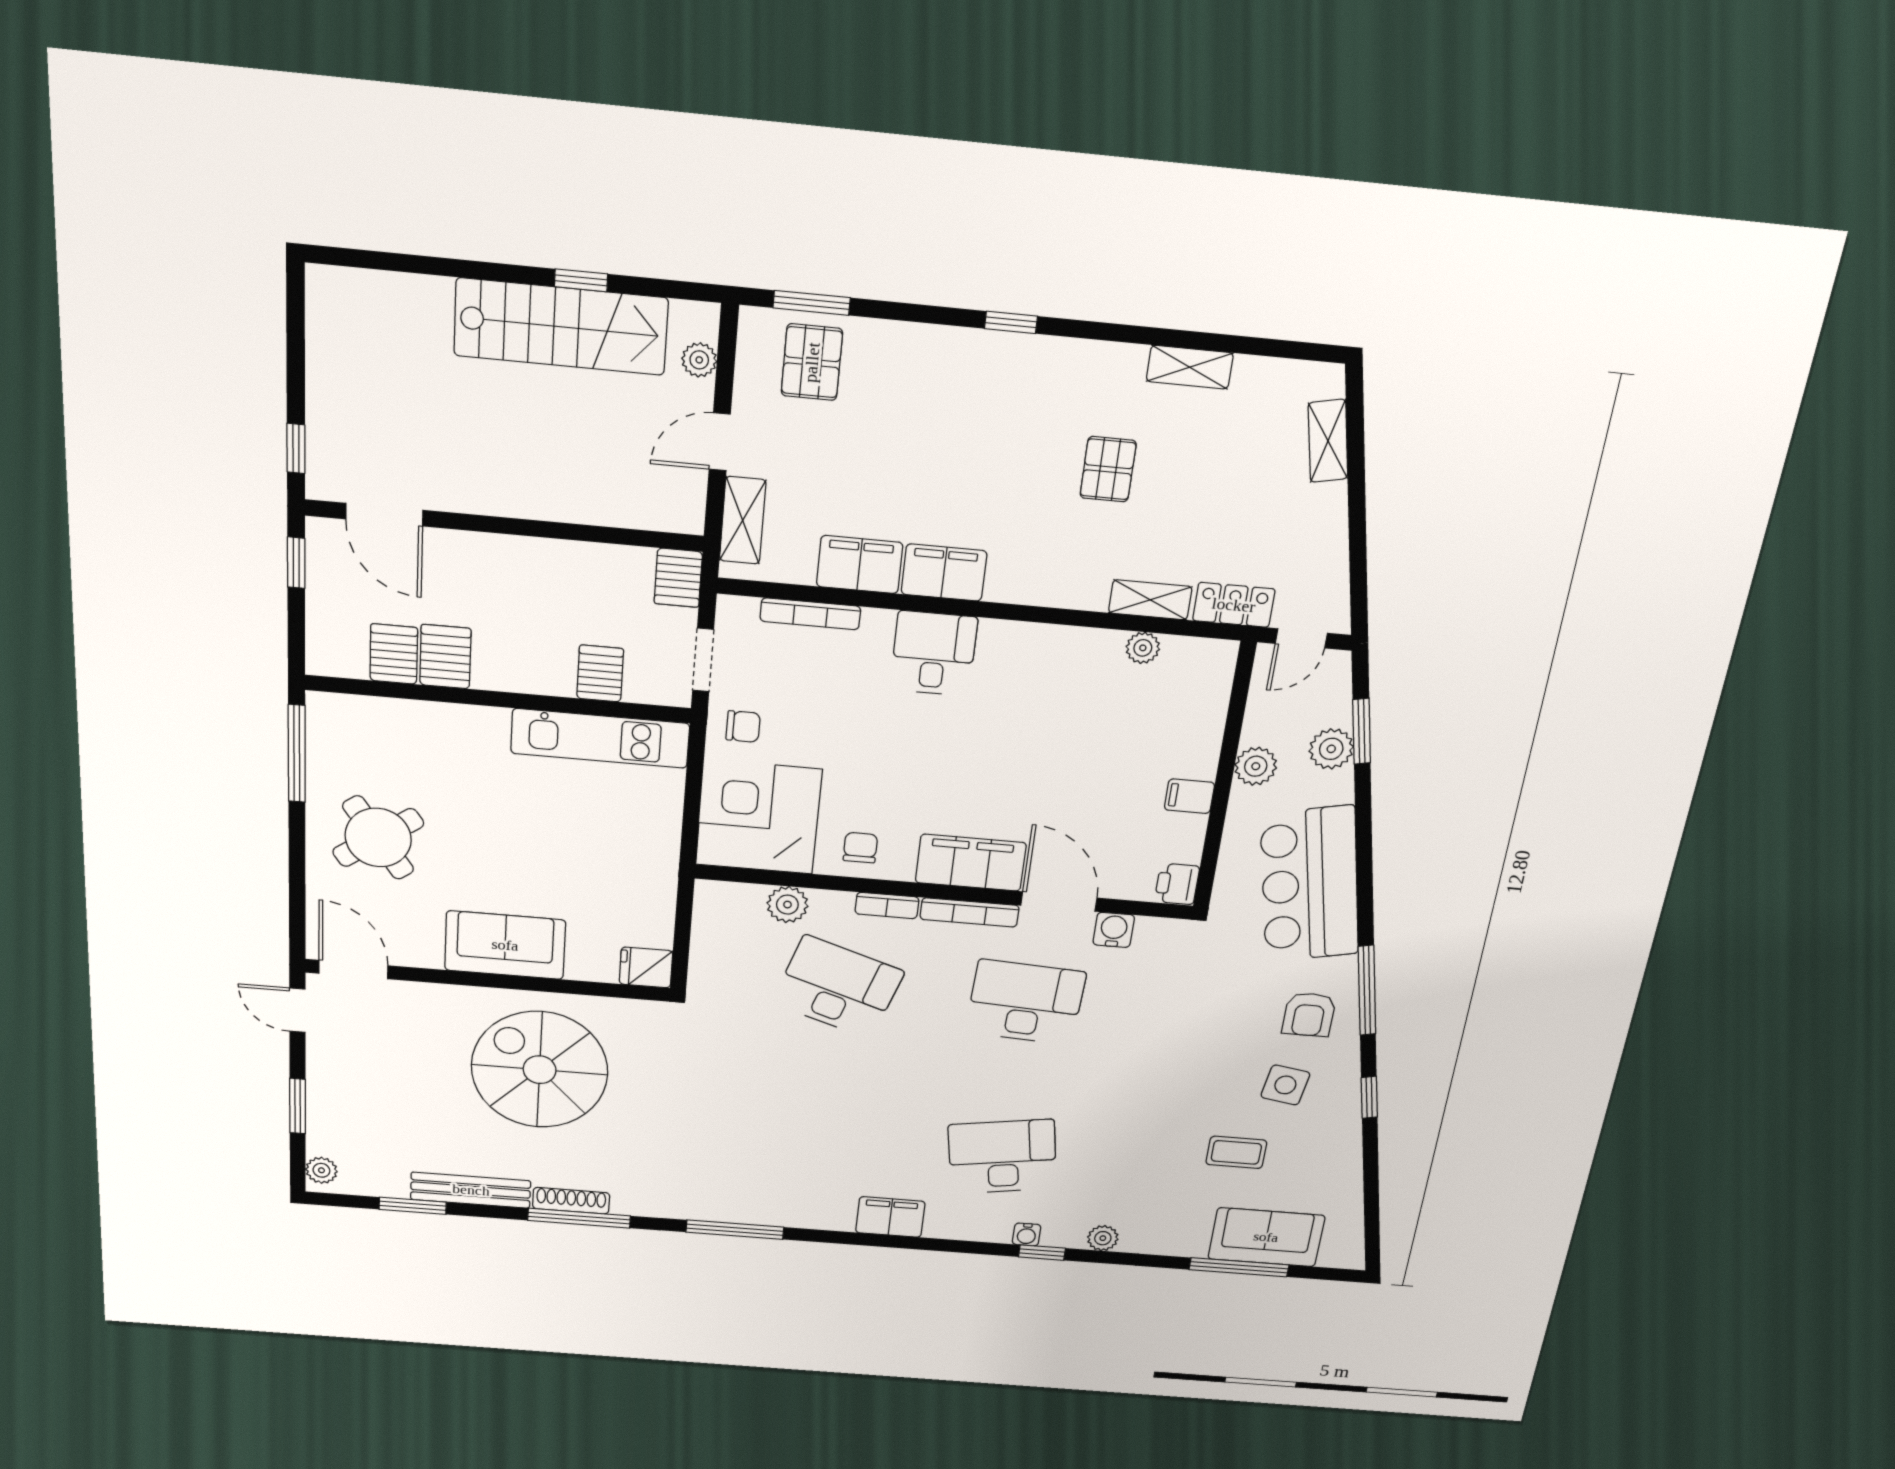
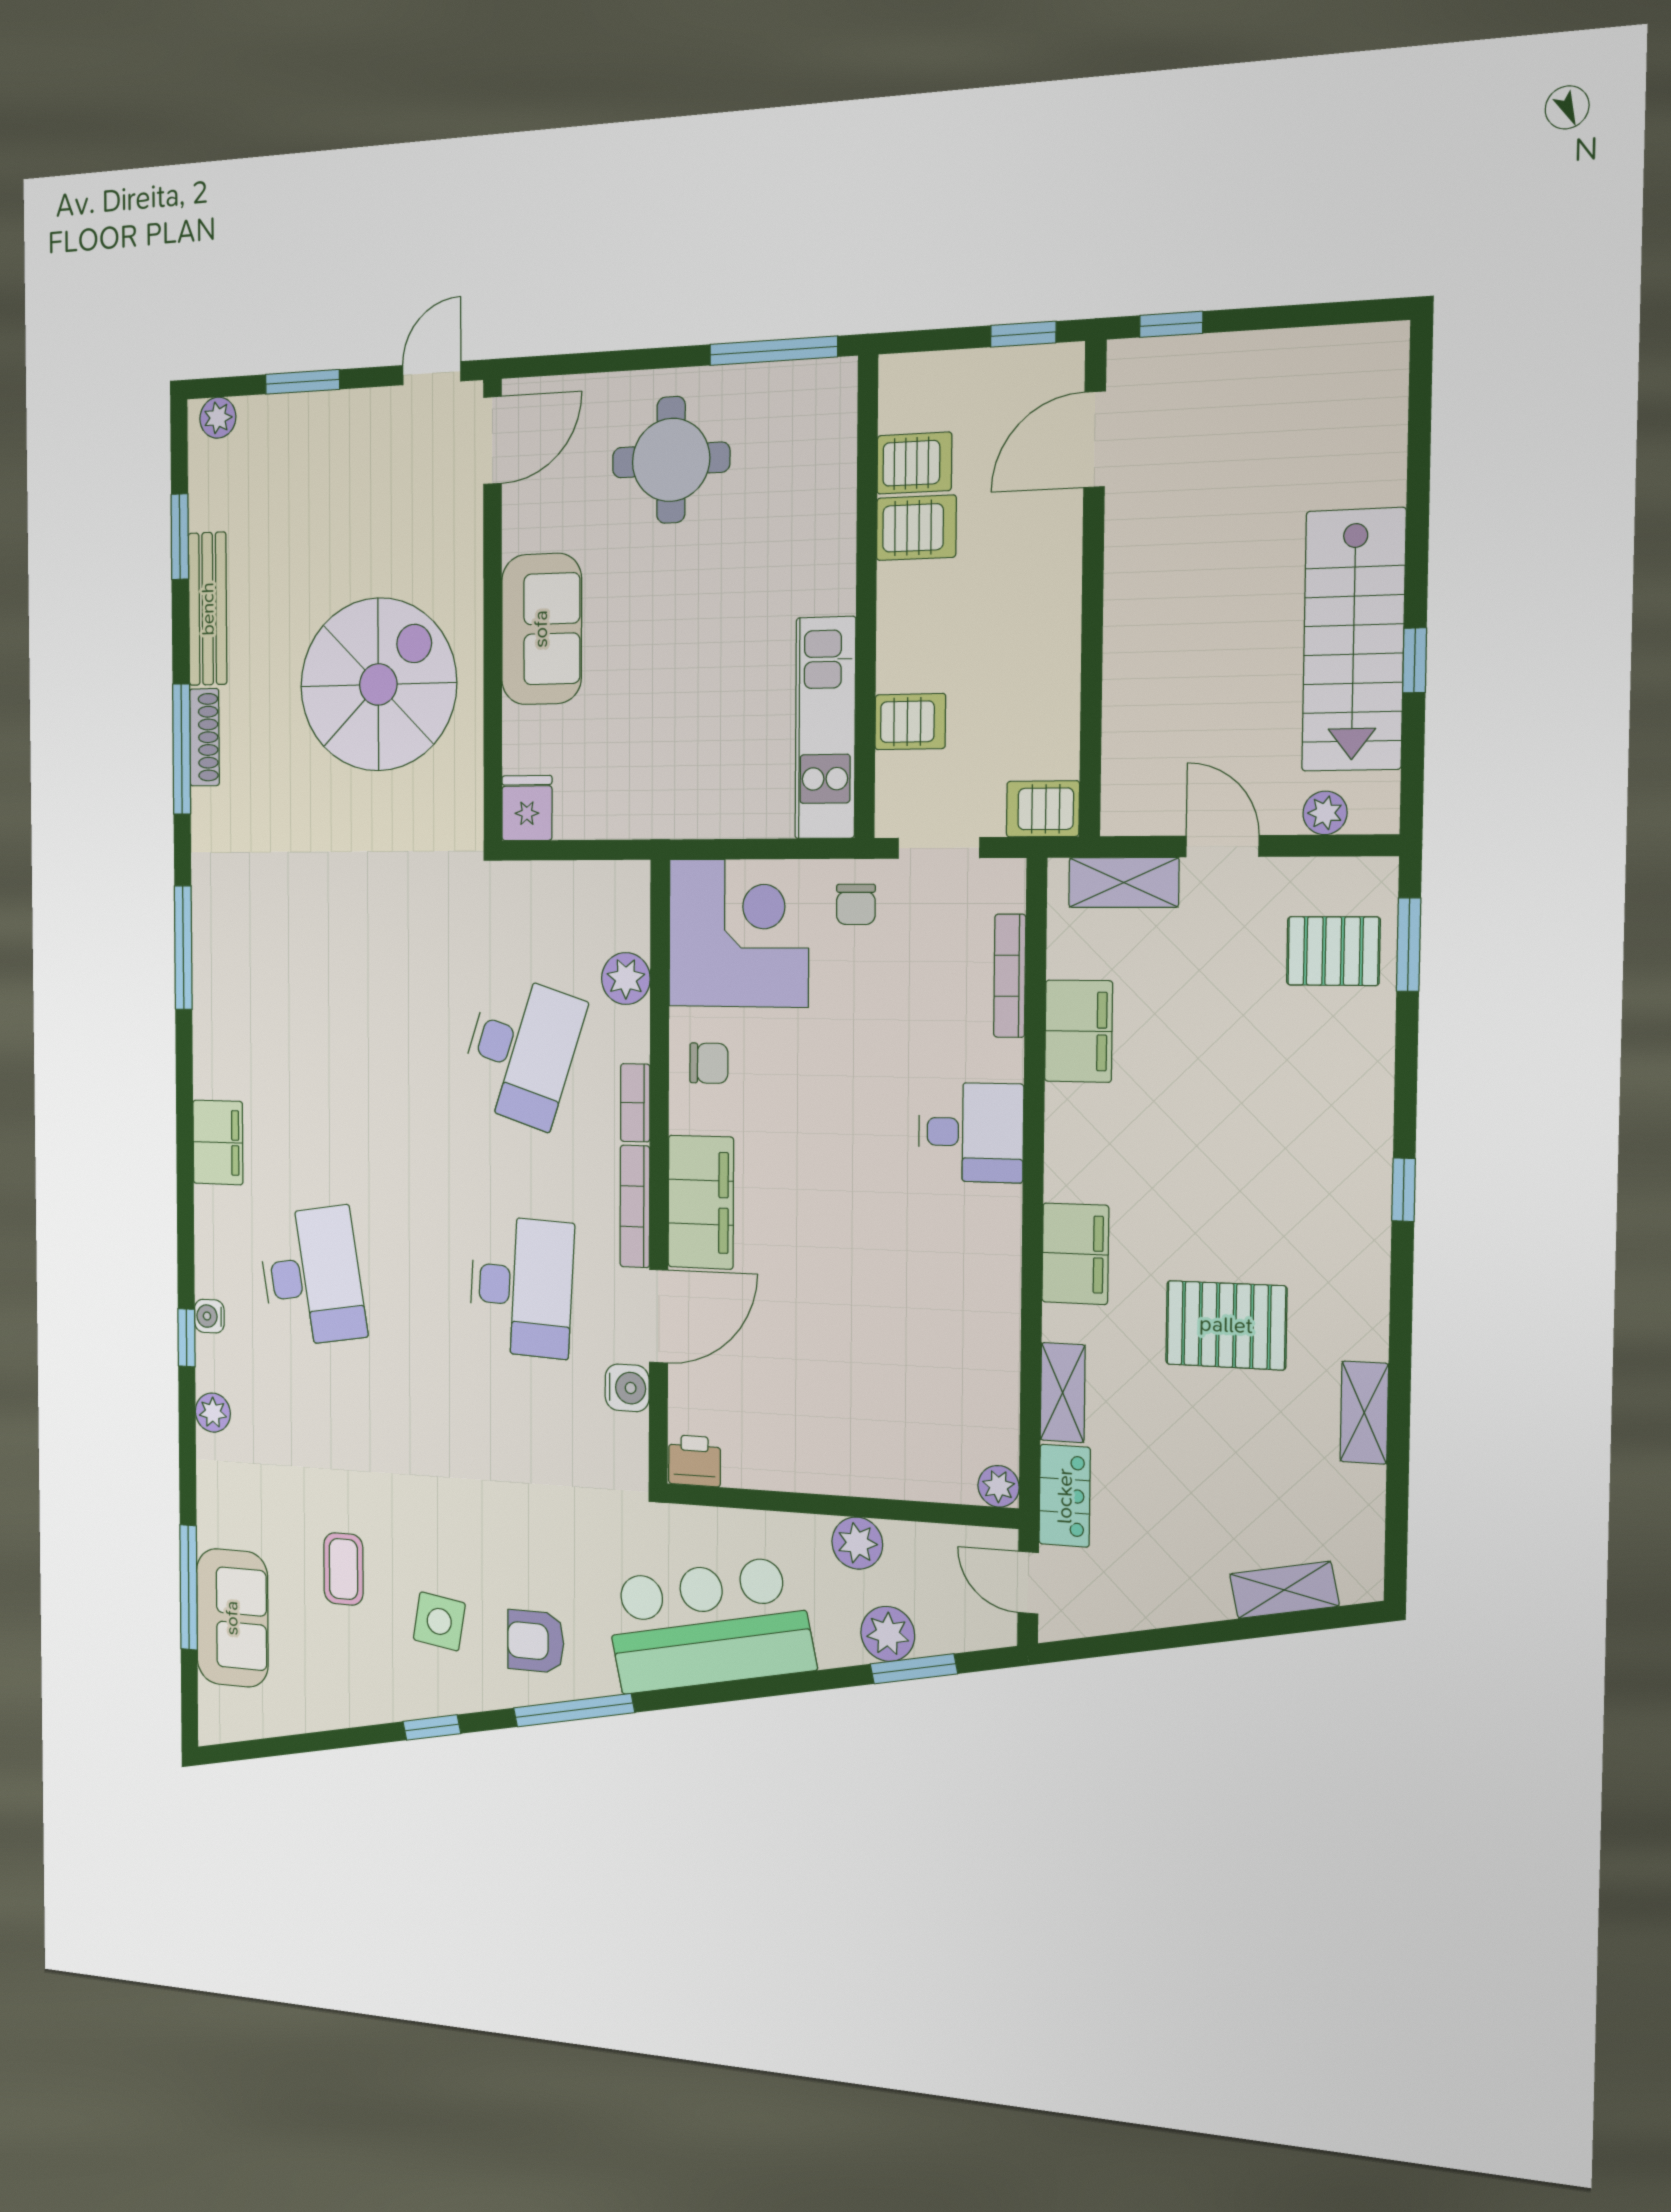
pallet: (1108, 469) -> (1226, 1325), width x1.50, depth x1.42
filing cabinet: (944, 573) -> (1075, 1254), moved
plant: (1143, 648) -> (999, 1486), moved
filing cabinet: (1189, 796) -> (811, 1465), removed
round table: (378, 838) -> (671, 460), turned 35

